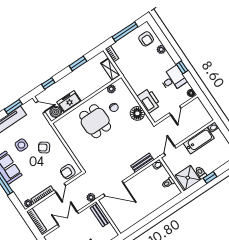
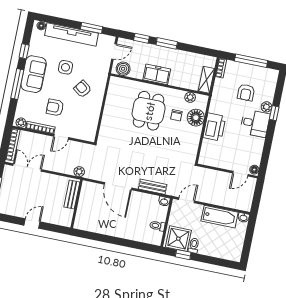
armchair: (146, 39) -> (246, 92), moved
window: (78, 63) -> (167, 43), moved
window: (182, 67) -> (274, 113), moved
desk: (173, 79) -> (255, 123), moved
printer: (149, 101) -> (214, 127), moved
freezer: (69, 102) -> (157, 74), moved
door: (40, 107) -> (114, 52), hinge flipped
door: (175, 110) -> (240, 174), moved
floor lamp: (137, 113) -> (196, 118), moved
armchair: (68, 172) -> (55, 107), moved
window: (210, 177) -> (183, 255), moved
door: (114, 189) -> (118, 186), moved
double door: (68, 219) -> (27, 168), moved

